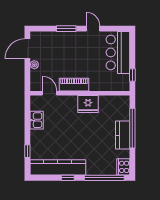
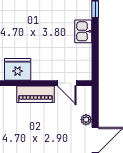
kitchen sink: (37, 120) -> (83, 31), moved

